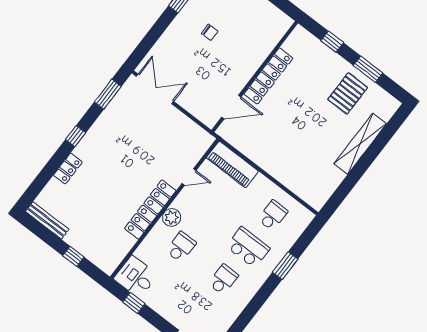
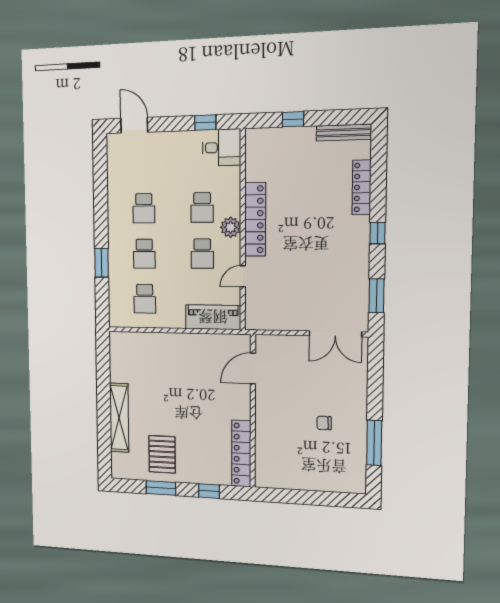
locker: (268, 76) -> (241, 453), moved
locker: (68, 169) -> (362, 187), width x1.53
school desk: (206, 215) -> (202, 254), added
school desk: (248, 247) -> (144, 254), width x0.54

